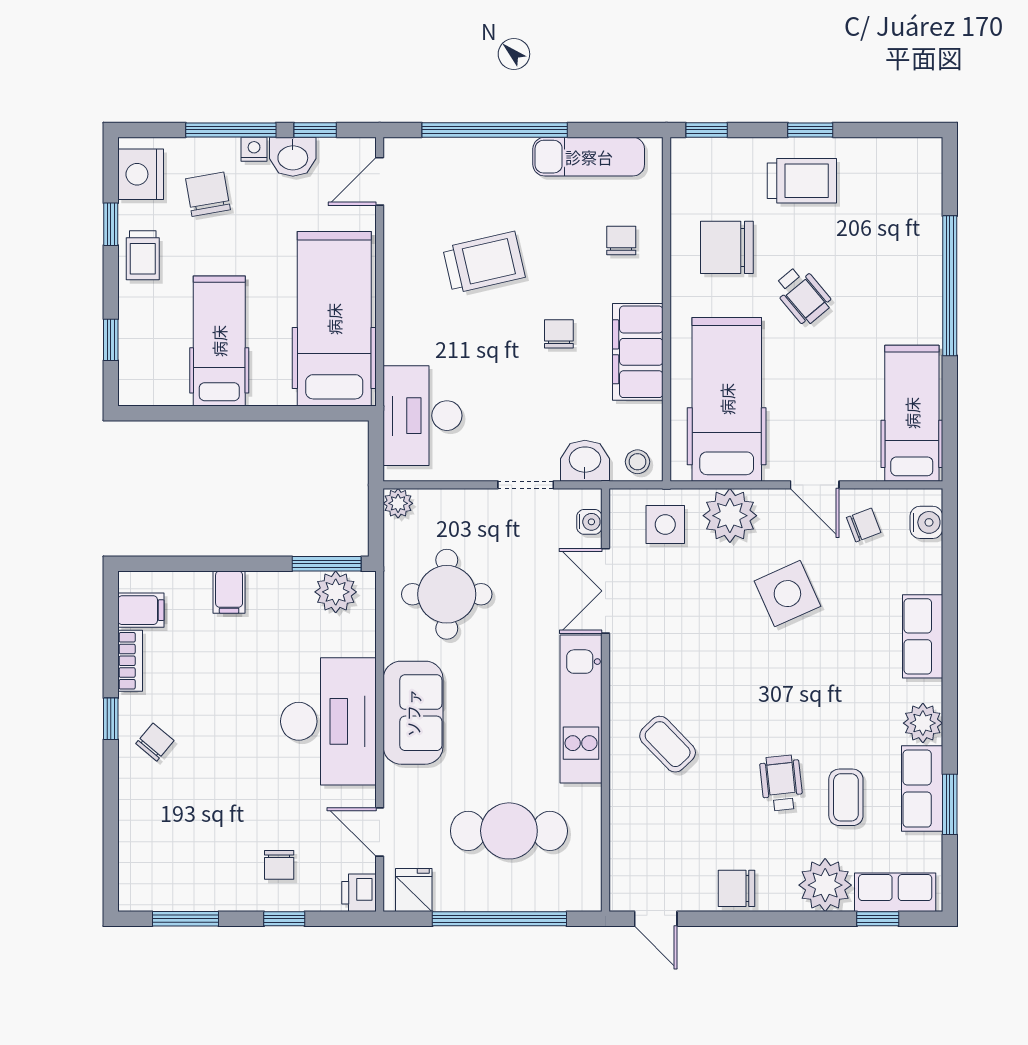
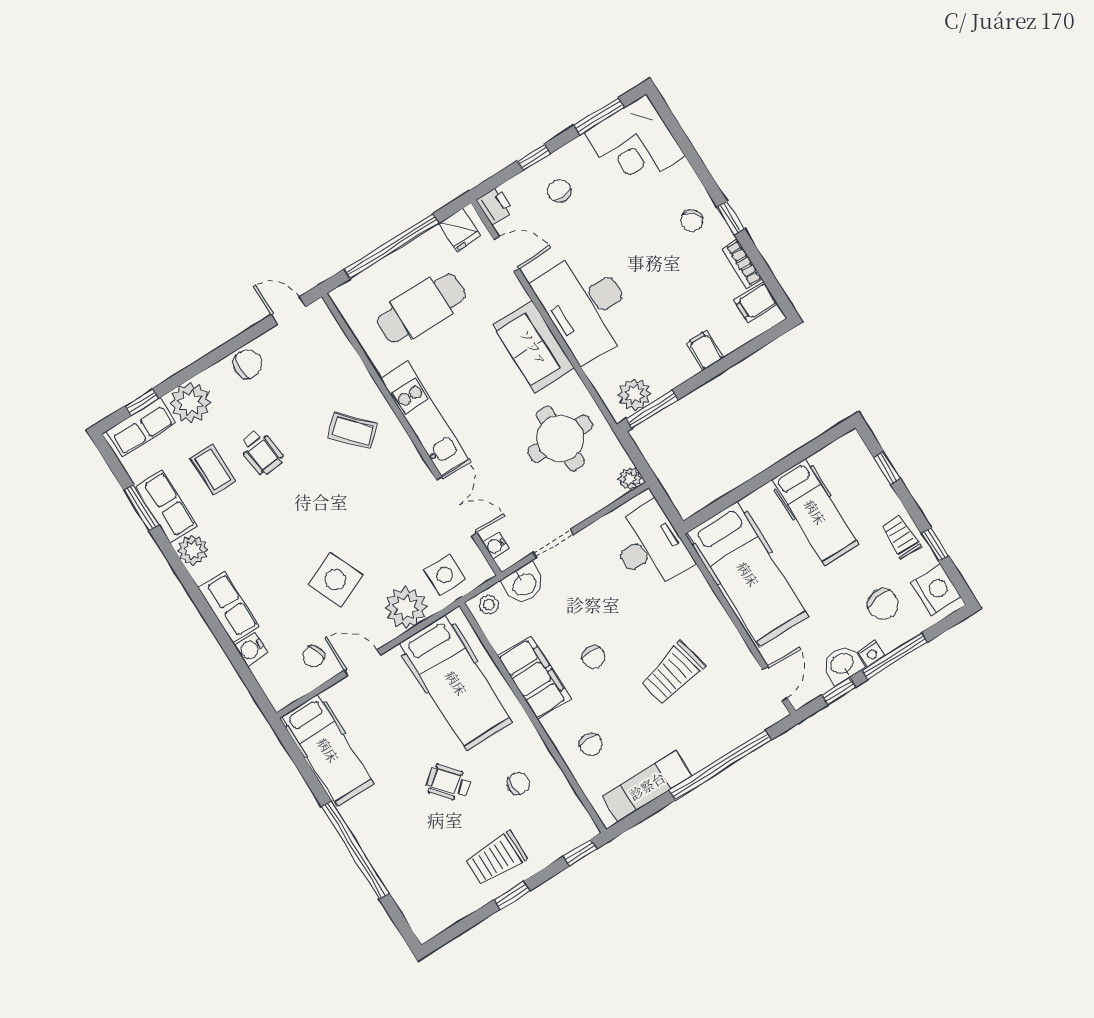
chair: (727, 247) -> (518, 783), width x0.54, depth x0.54
water cooler: (926, 522) -> (251, 649), moved
corner desk: (165, 864) -> (635, 144), added

